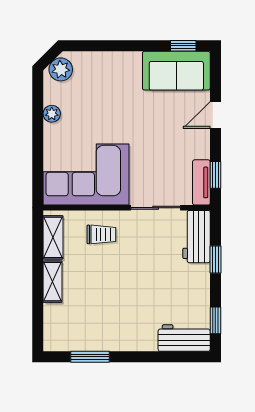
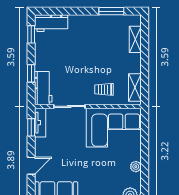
shelving: (52, 282) -> (135, 39), moved

